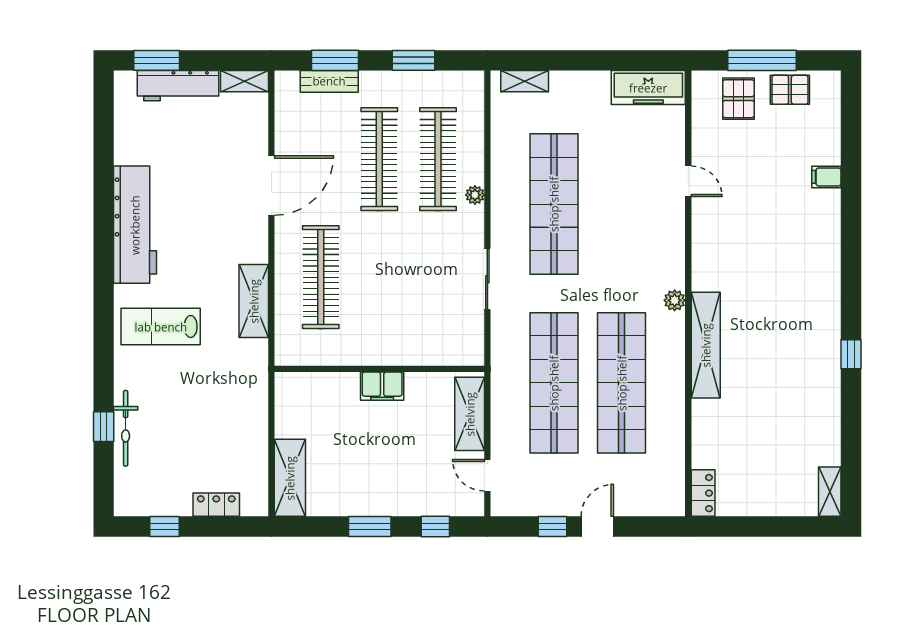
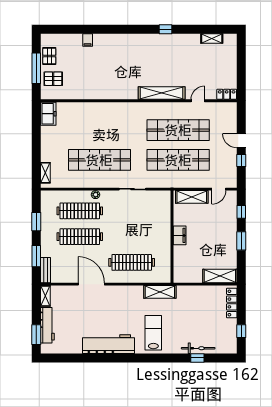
bench: (329, 81) -> (46, 270), moved
freezer: (648, 88) -> (48, 114), width x0.71
door: (688, 181) -> (198, 101), moved
plant: (675, 300) -> (142, 107), removed
shelving: (254, 301) -> (160, 292), moved
lab bench: (161, 327) -> (153, 333), turned 180
shelving: (830, 492) -> (212, 39), moved
locker: (216, 505) -> (232, 303), width x1.53

